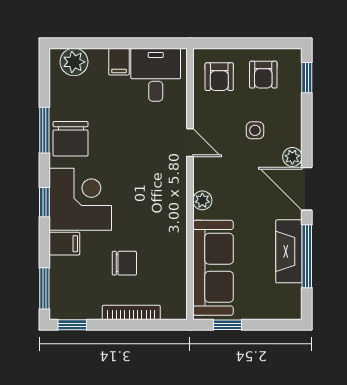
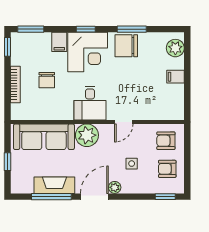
desk: (156, 75) -> (90, 103), moved, turned 90
plant: (202, 200) -> (87, 135), width x1.88, depth x1.88
window: (227, 325) -> (8, 162), moved

